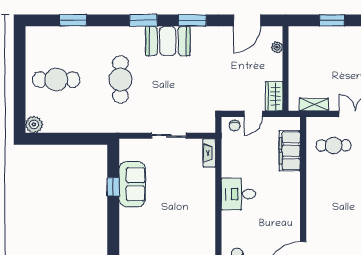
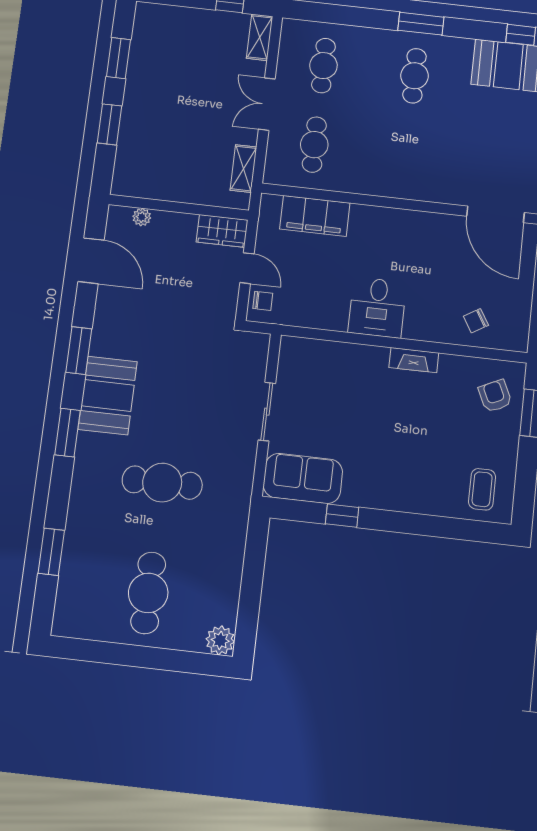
fireplace: (209, 153) -> (414, 360), moved
sofa: (132, 184) -> (303, 478), moved

